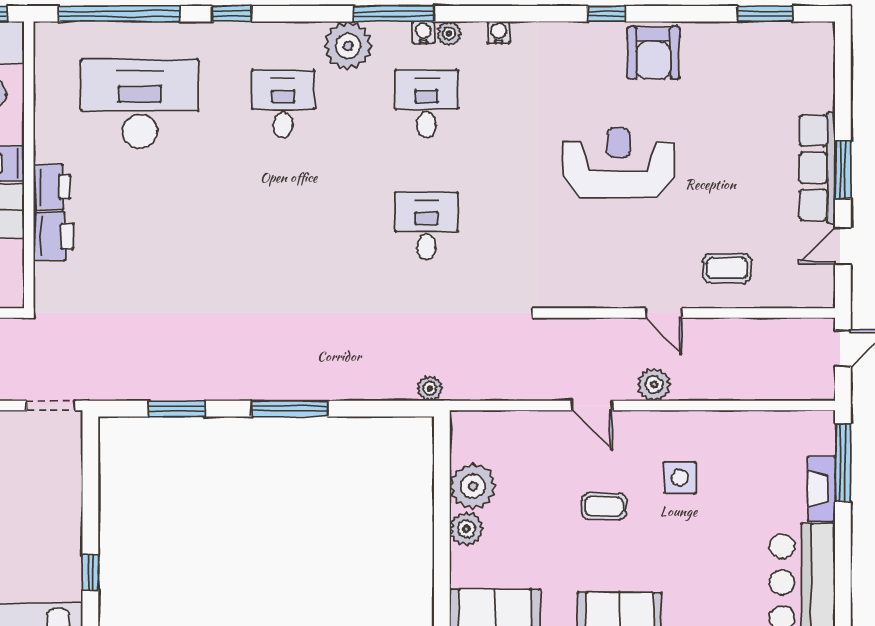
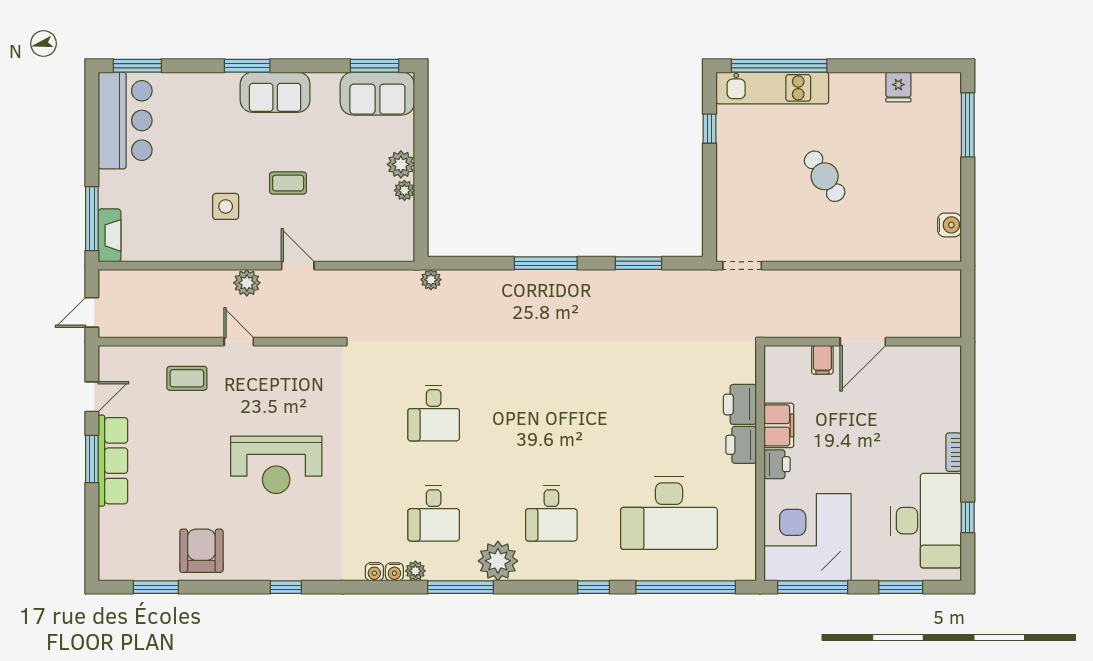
water cooler: (423, 32) -> (394, 572), moved
armchair: (653, 53) -> (201, 551), moved
plant: (473, 486) -> (404, 190), width x0.53, depth x0.53
fireplace: (821, 489) -> (110, 235), moved

